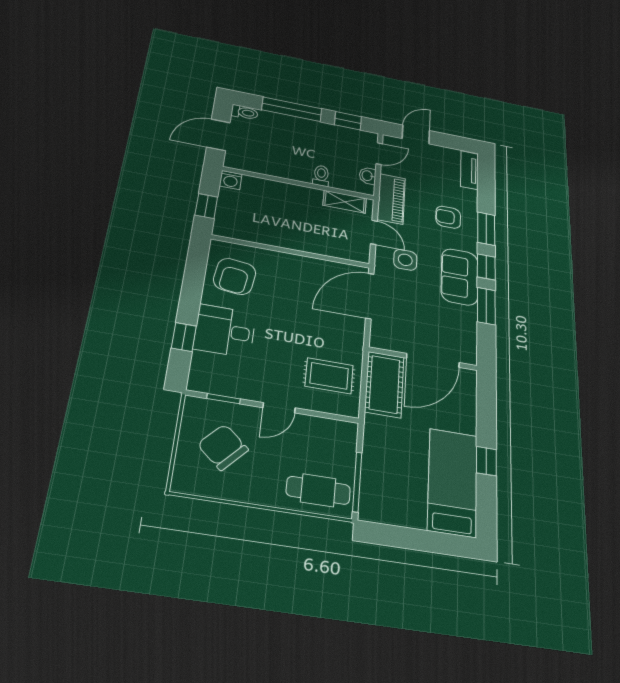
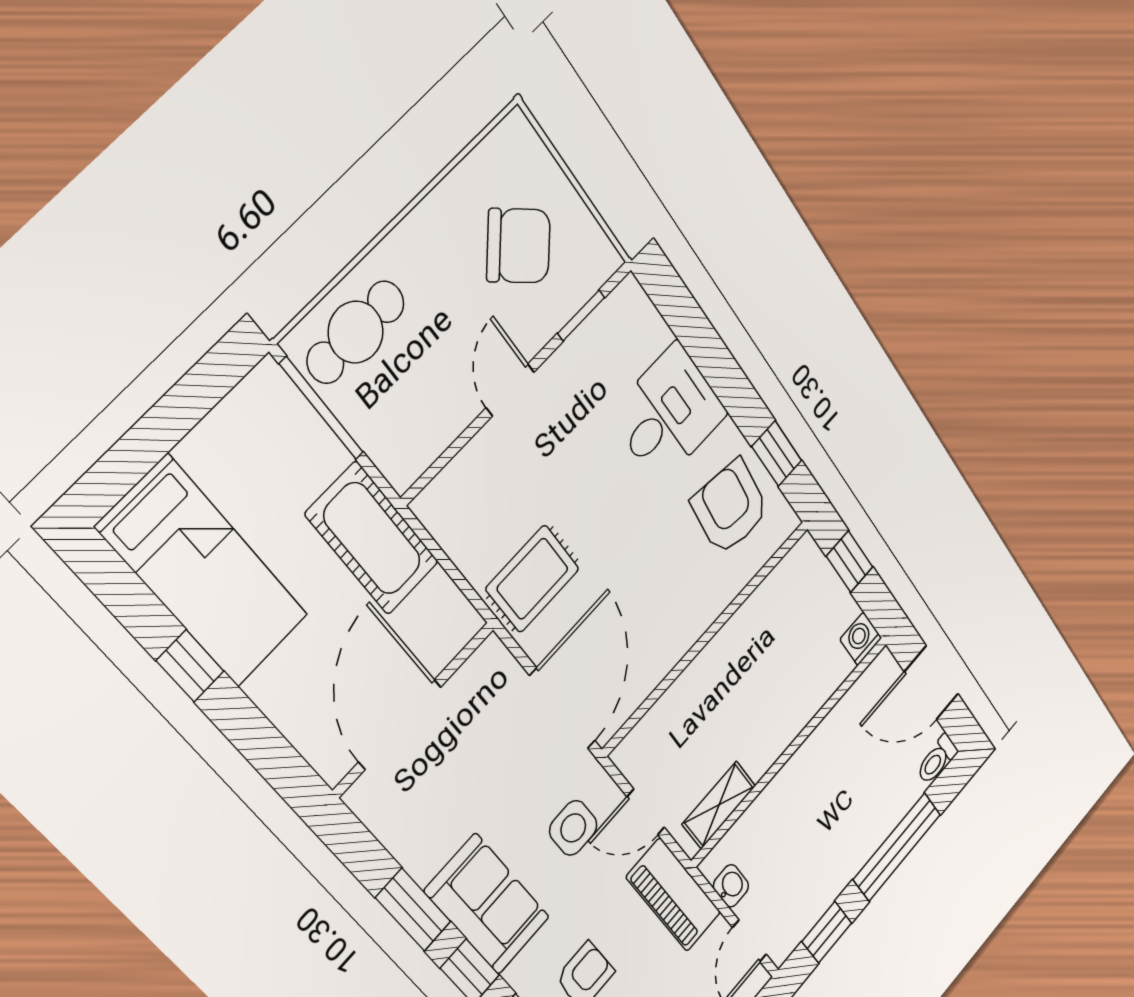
door: (218, 135) -> (931, 683), swing flipped
toilet: (321, 176) -> (778, 801), removed
window: (184, 337) -> (777, 453), moved
rug: (329, 376) -> (532, 579), moved
cot: (384, 384) -> (372, 538), moved

